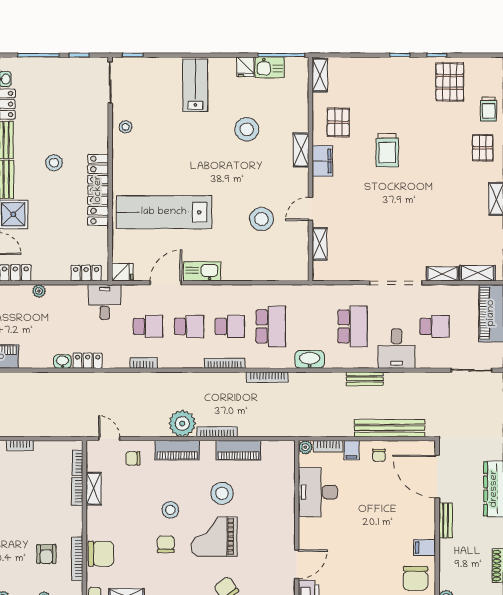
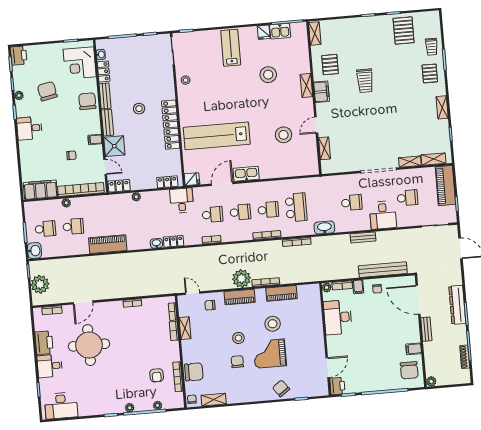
school desk: (353, 326) -> (352, 203), width x0.54

